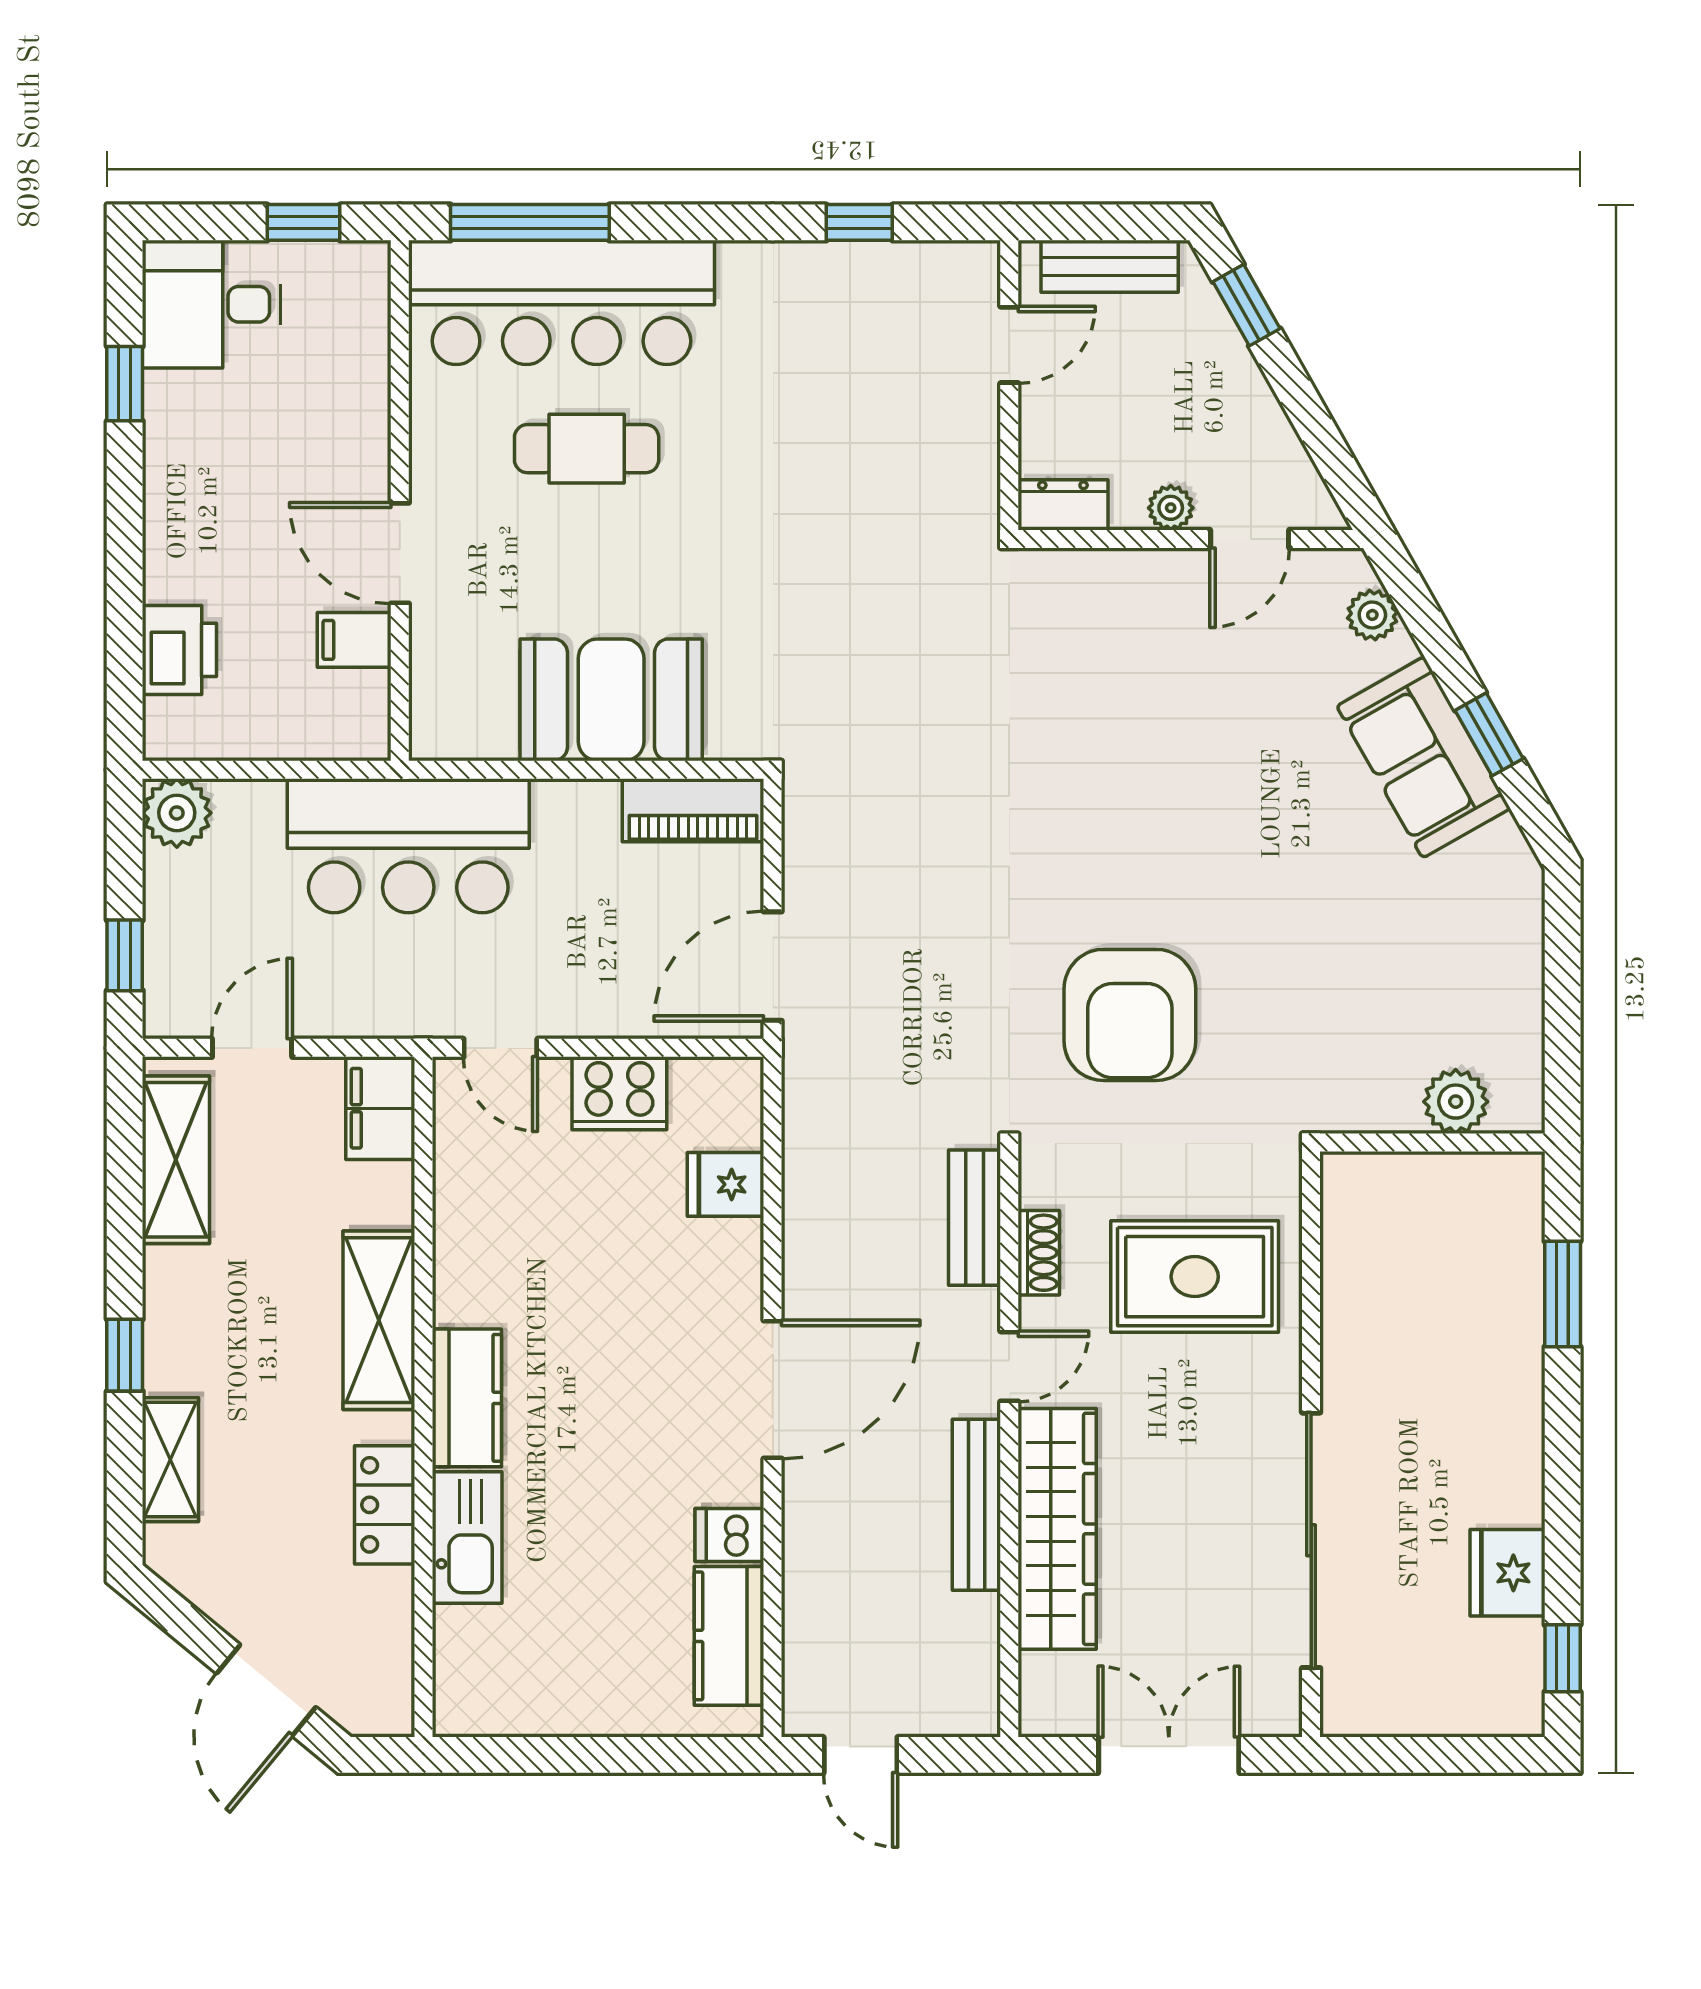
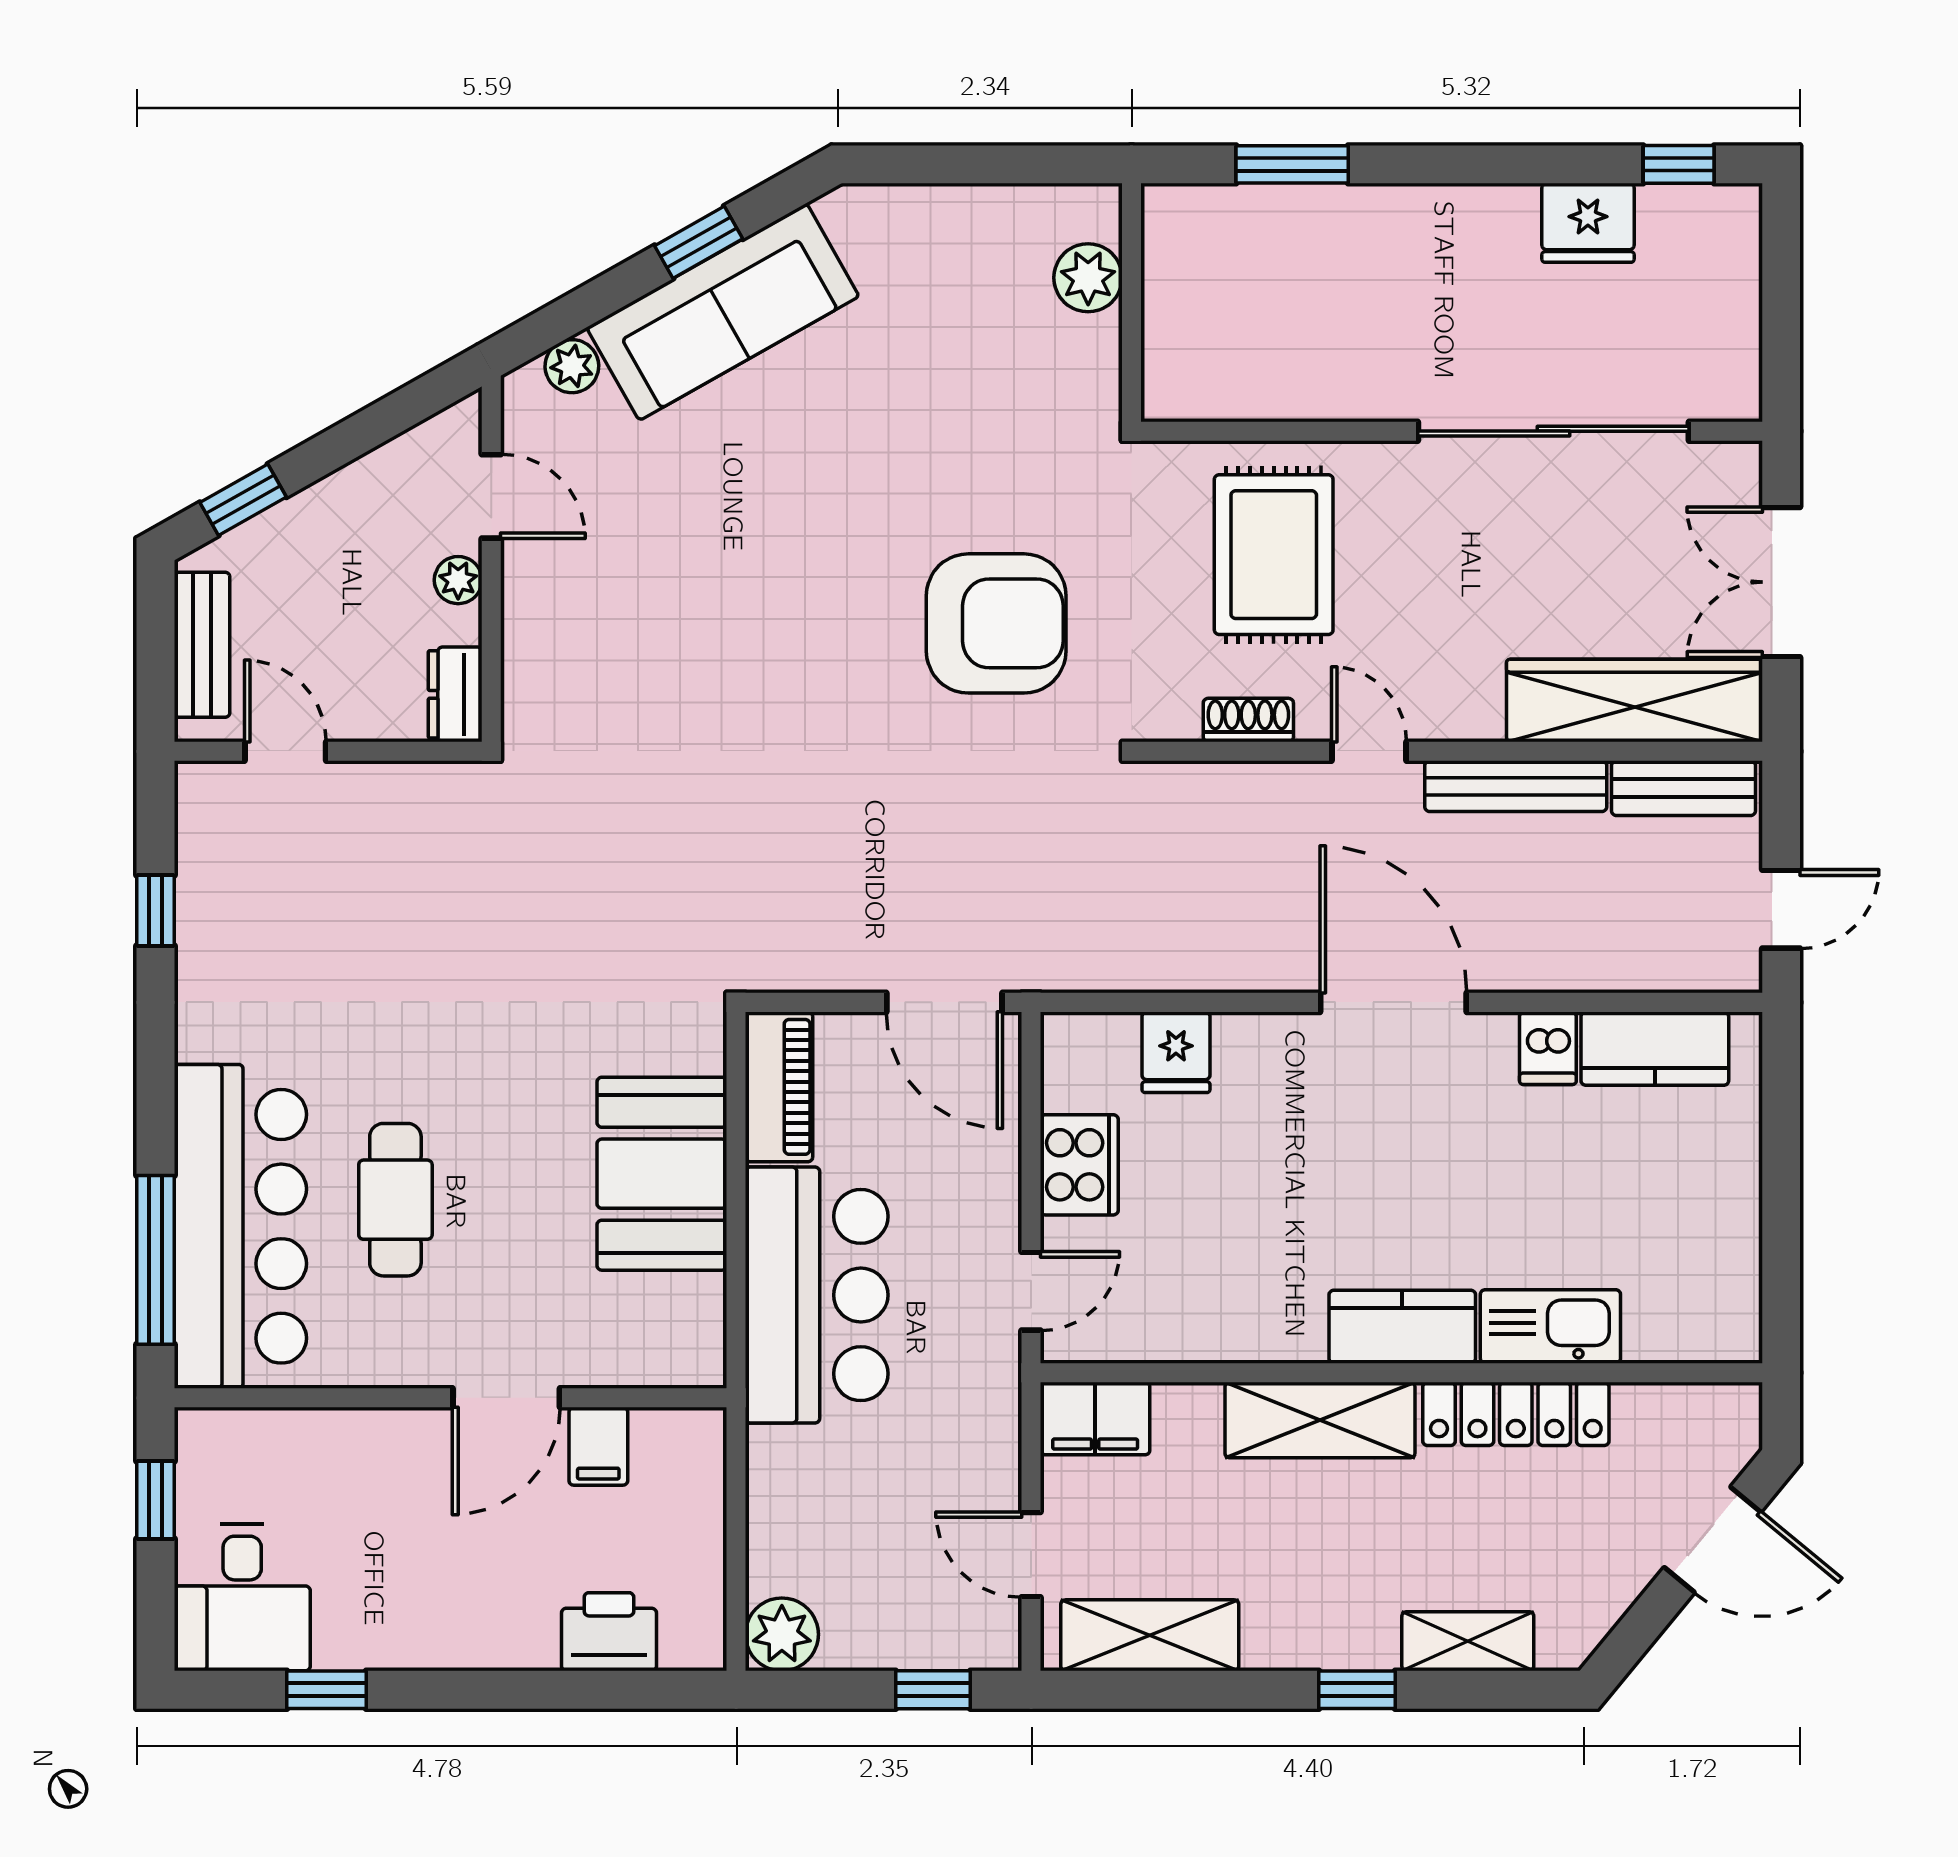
sofa: (1423, 757) -> (723, 312), width x1.36
bar counter: (408, 846) -> (817, 1295), moved
bench: (975, 1218) -> (1683, 788), moved
locker: (385, 1505) -> (1516, 1414), width x1.53
wardrobe: (1057, 1529) -> (1634, 700), moved

